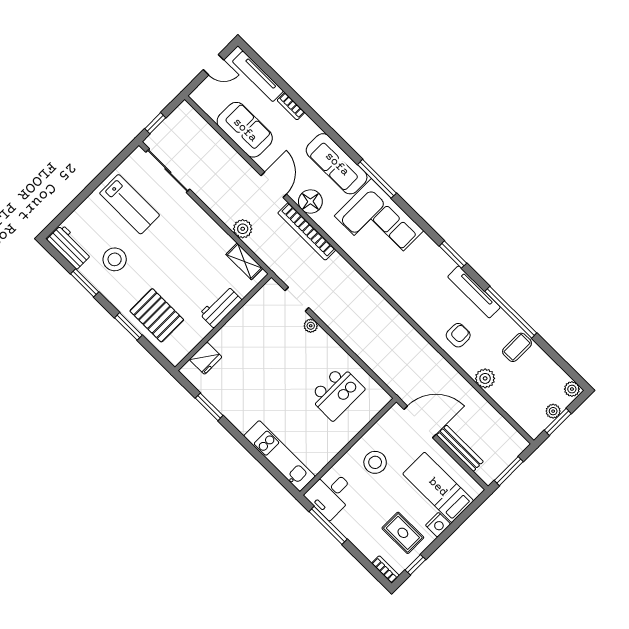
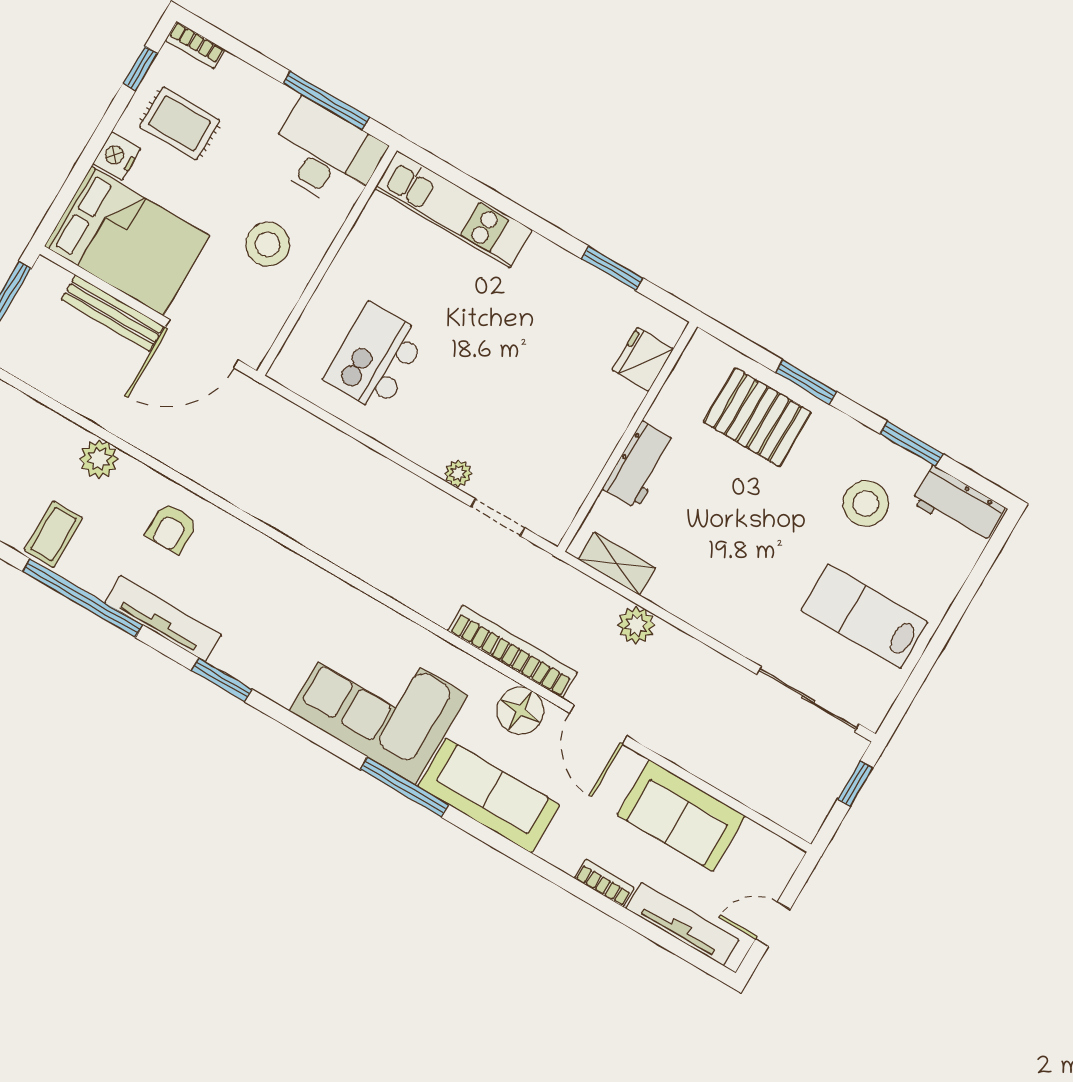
bed: (438, 487) -> (127, 241), width x1.50
desk: (330, 494) -> (325, 155), width x1.37

